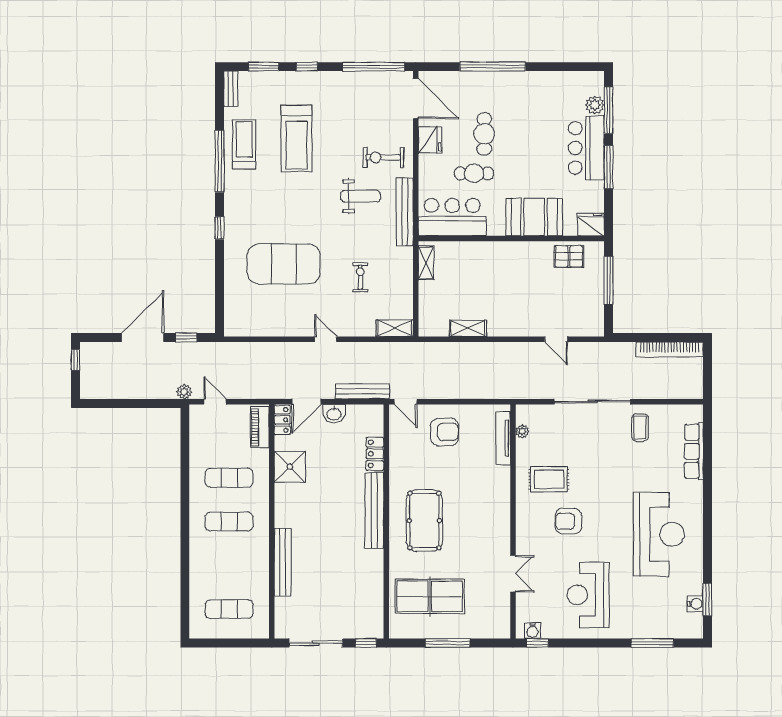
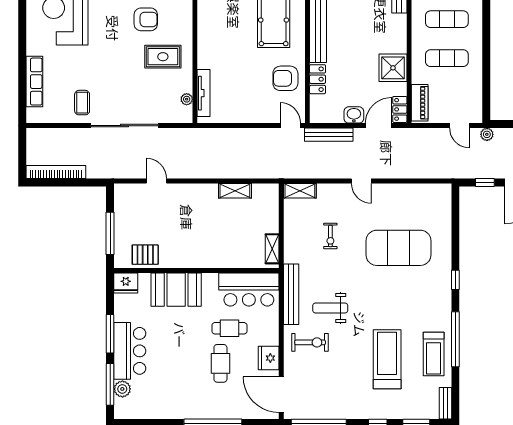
armchair: (444, 432) -> (285, 78), moved

